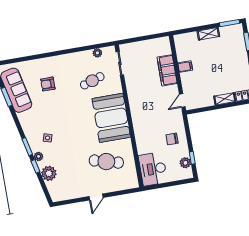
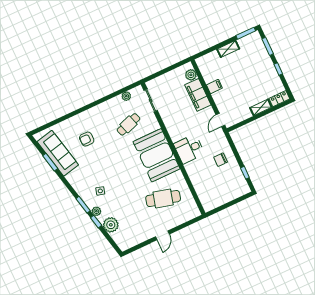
plant: (185, 163) -> (191, 75), moved
desk: (153, 169) -> (189, 149), moved, width x0.73

